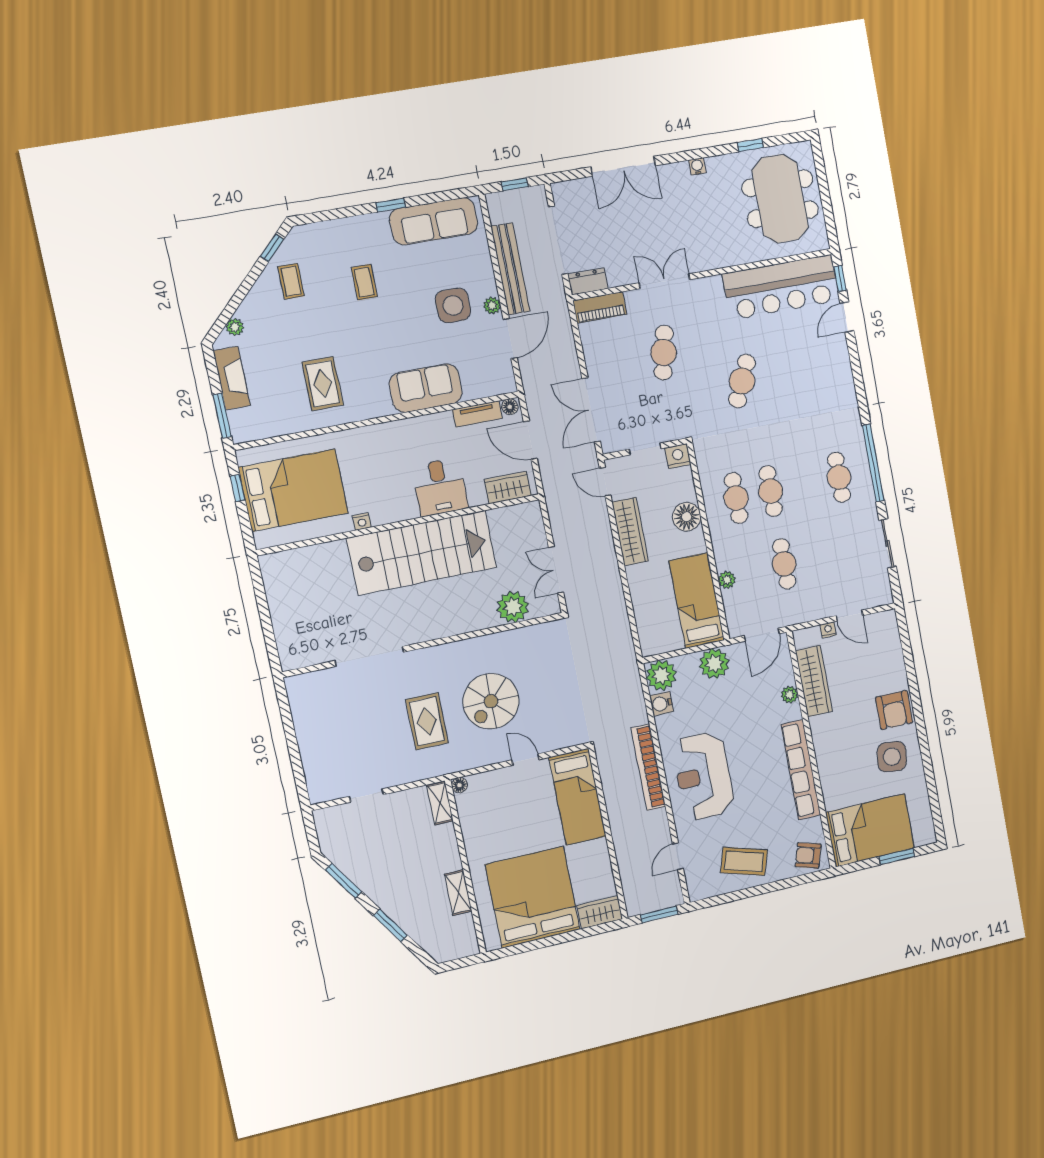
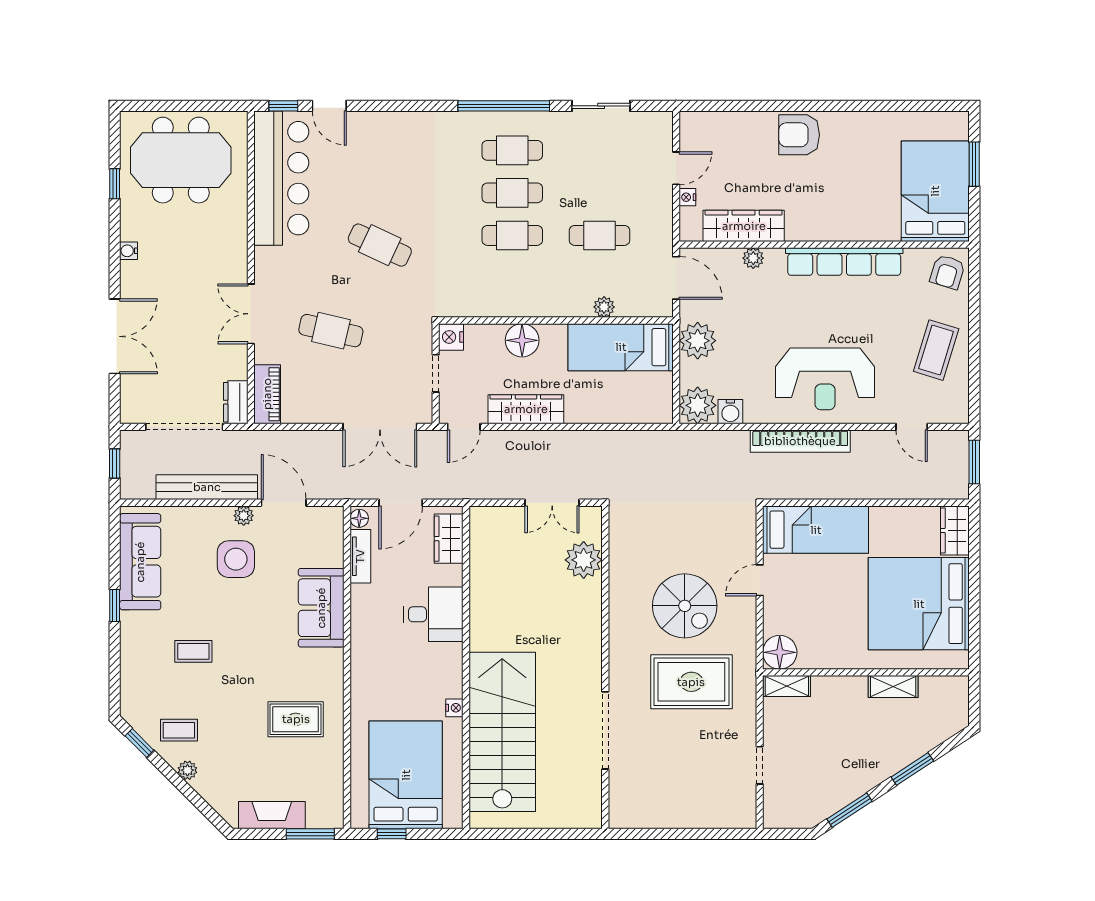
plant: (235, 327) -> (187, 770), moved
cafe table: (736, 498) -> (512, 193), moved
stairs: (422, 553) -> (502, 732), moved
armchair: (894, 710) -> (799, 135), turned 180
rug: (427, 721) -> (691, 682), width x1.36, depth x1.43
side table: (892, 757) -> (854, 148), removed
floor lamp: (459, 785) -> (780, 652), width x1.89, depth x1.89

